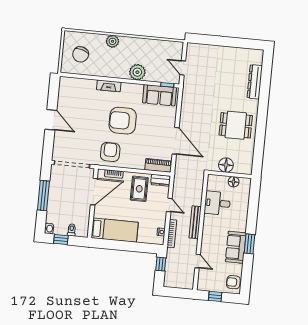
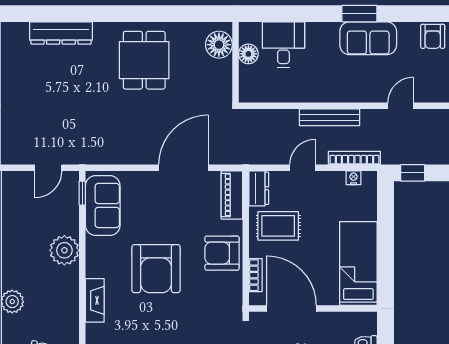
armchair: (110, 152) -> (222, 253), moved
floor lamp: (226, 165) -> (219, 45), moved
desk: (217, 203) -> (283, 45), moved, turned 180

